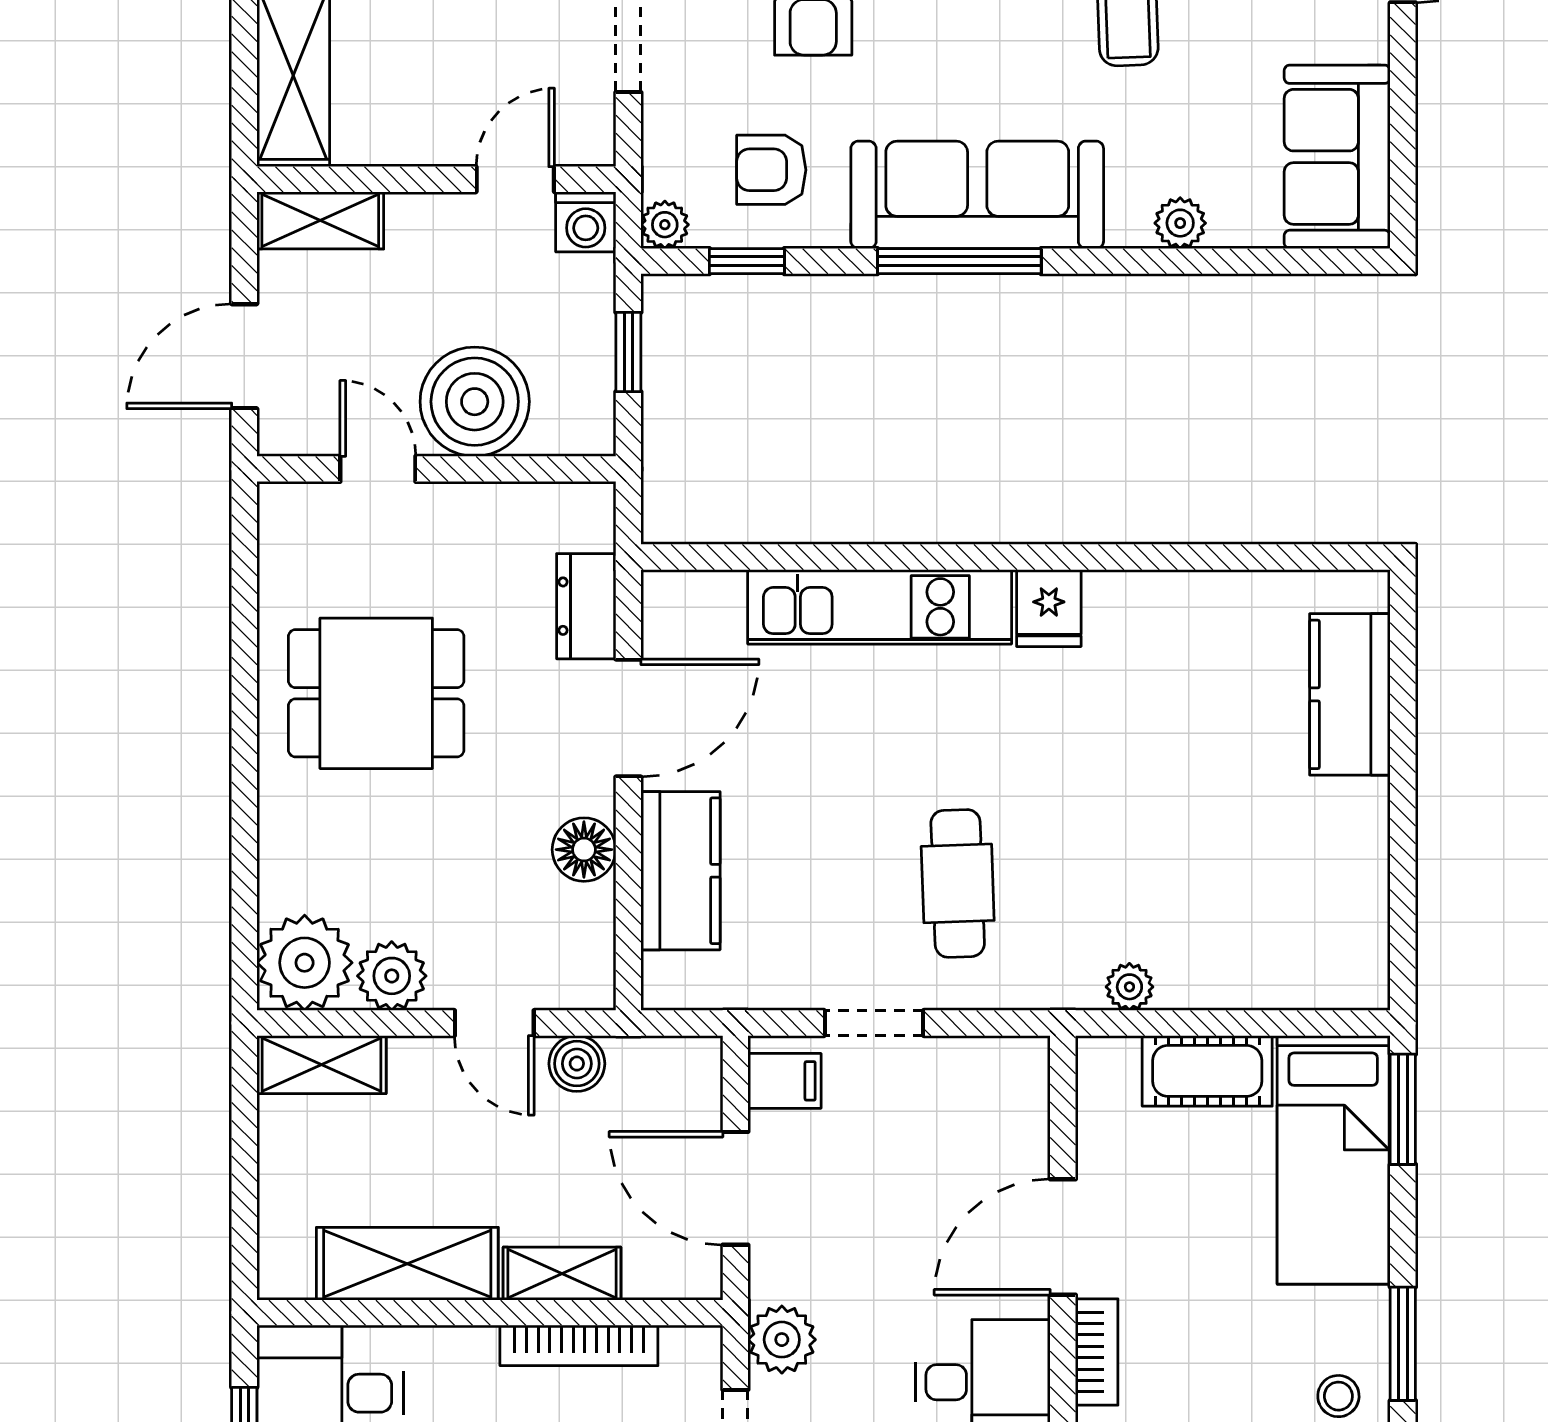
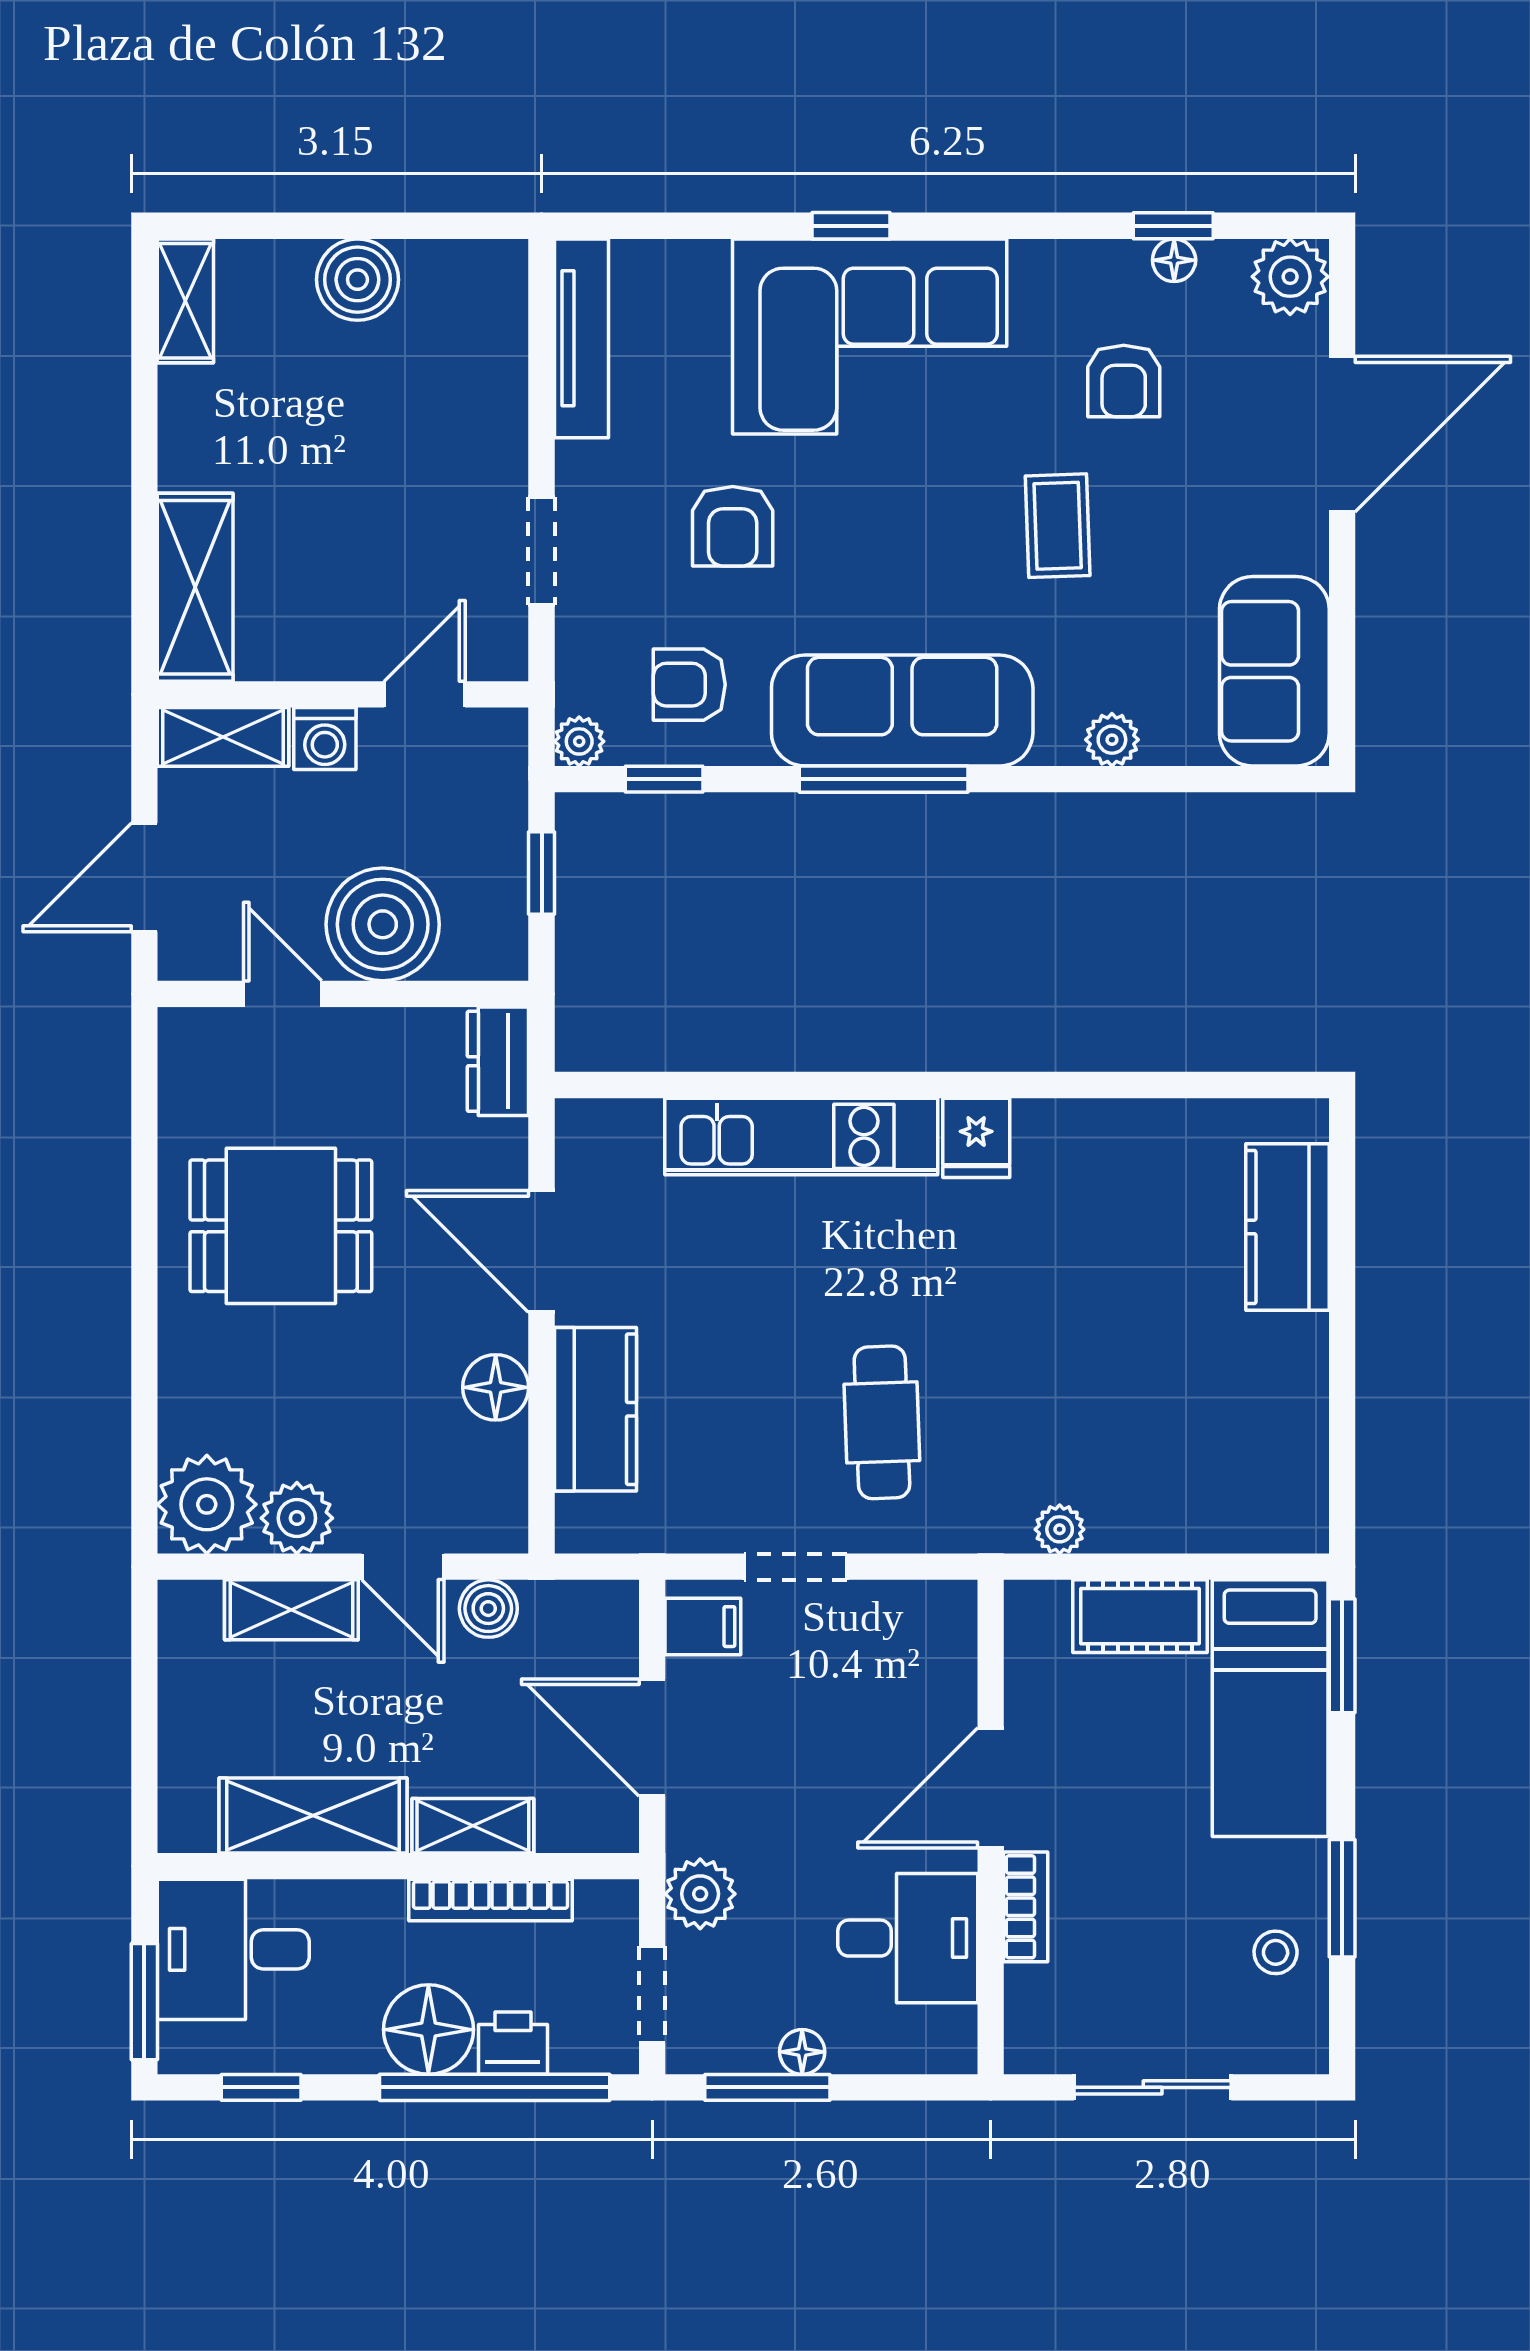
washing machine: (586, 222) -> (325, 738), moved
dresser: (586, 606) -> (498, 1061), moved
door: (628, 718) -> (542, 1251), swing flipped
shelving: (321, 1065) -> (291, 1610), moved

